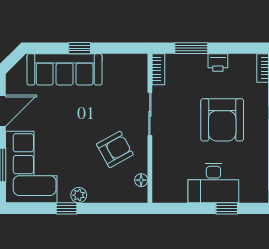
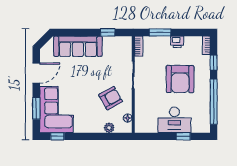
window: (80, 48) -> (108, 32), moved
plant: (79, 195) -> (109, 128), moved
window: (67, 208) -> (57, 136), moved

